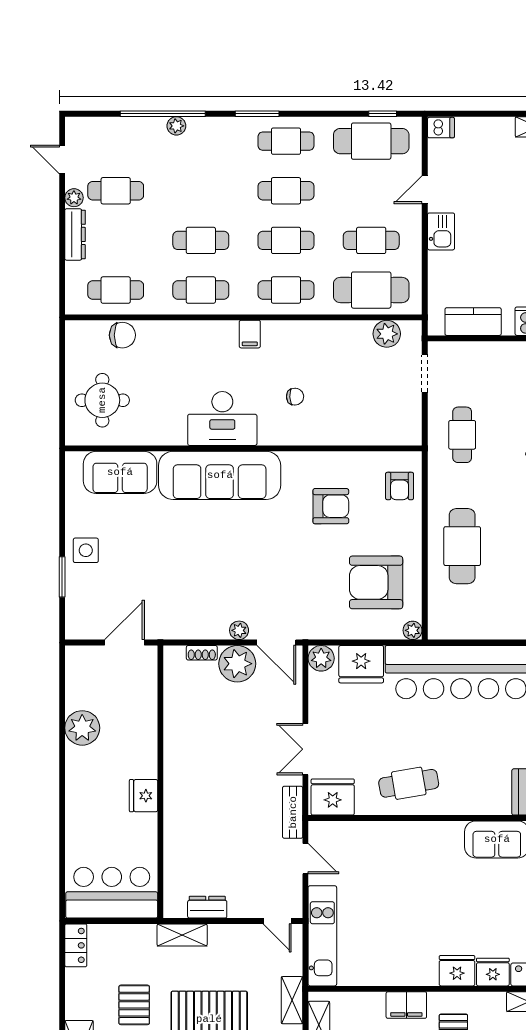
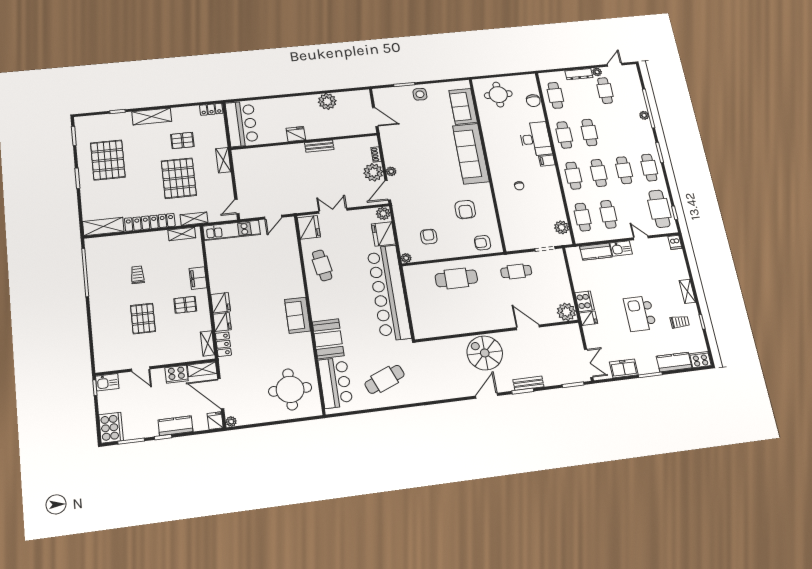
cafe table: (371, 290) -> (583, 217), width x0.73, depth x0.74
kitchen counter: (473, 322) -> (596, 252), moved, turned 90
desk: (222, 418) -> (535, 139), moved, turned 180
armchair: (376, 582) -> (429, 237), width x0.53, depth x0.53
bench: (293, 812) -> (319, 146), moved
dresser: (207, 907) -> (240, 171), removed

